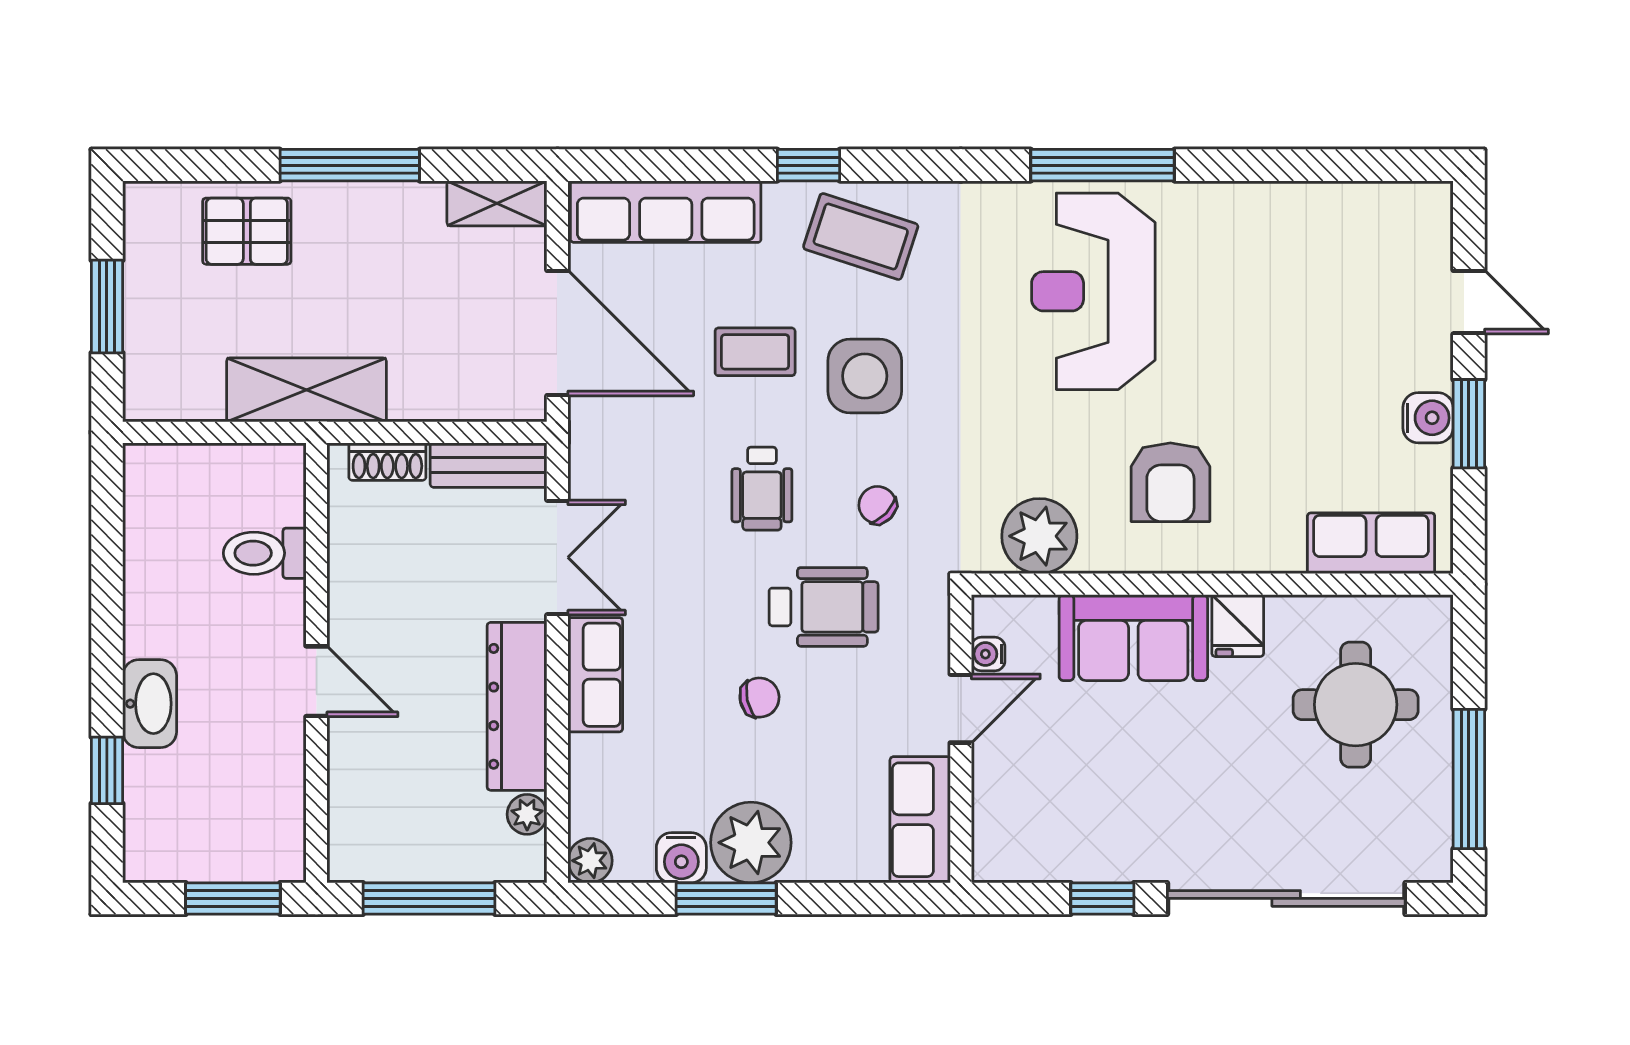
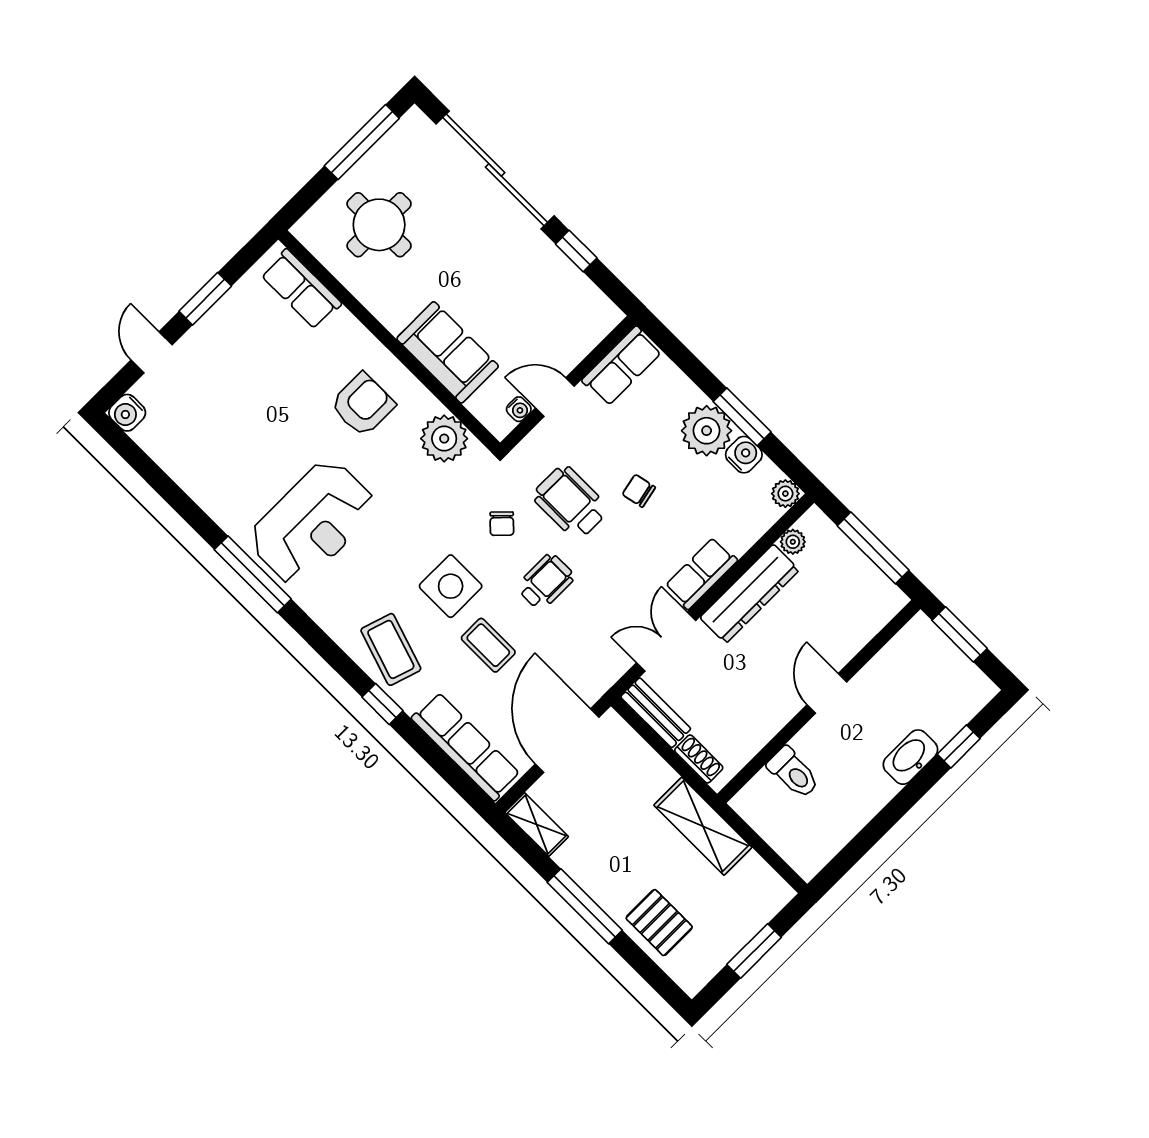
water cooler: (1428, 418) -> (127, 413), moved, turned -90
fridge: (1238, 626) -> (396, 312), removed

